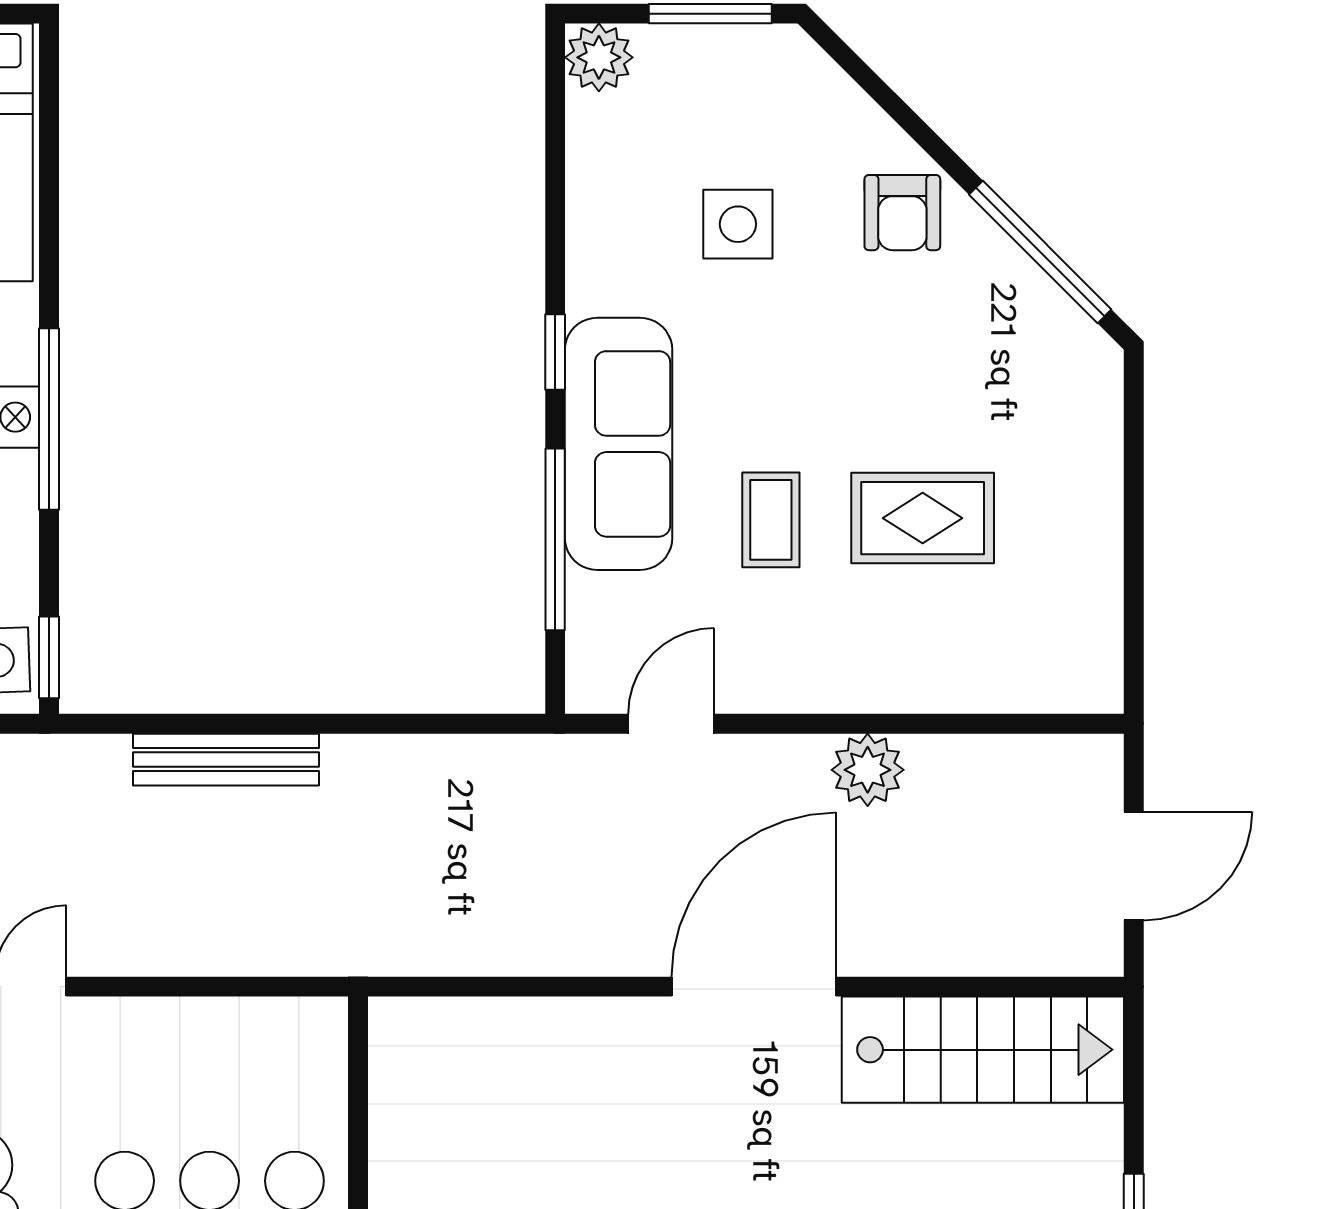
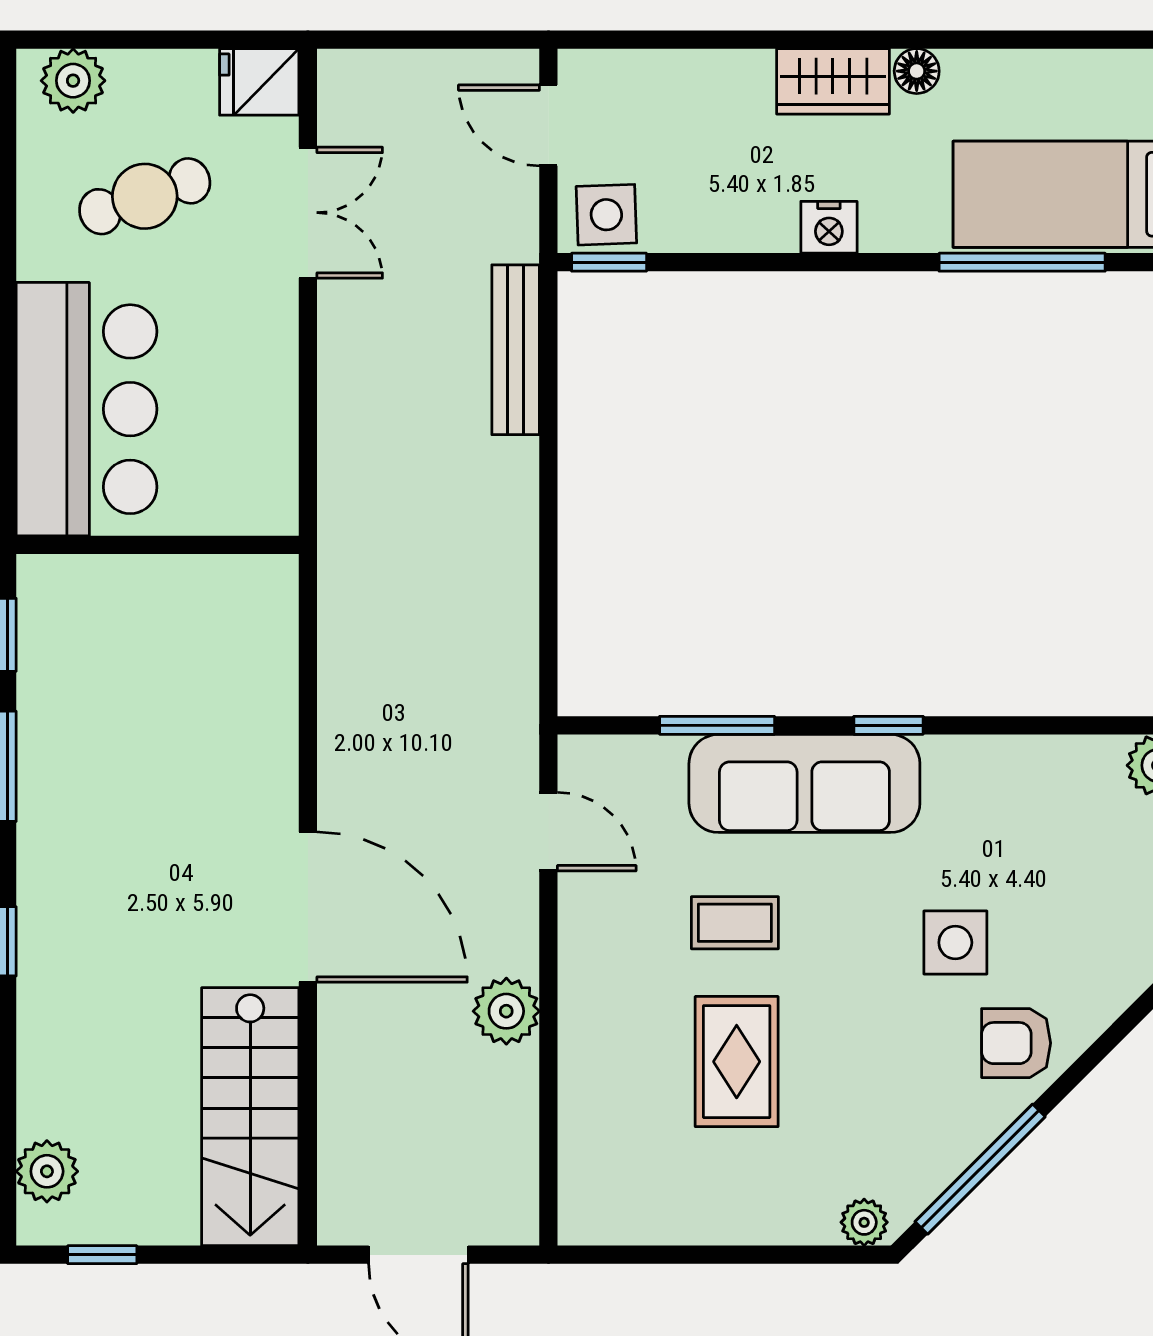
side table: (738, 224) -> (955, 943), moved
plant: (1098, 379) -> (864, 1222), added
window: (49, 419) -> (1022, 262), moved
window: (555, 539) -> (717, 725), width x0.69
bench: (226, 760) -> (516, 350), moved

